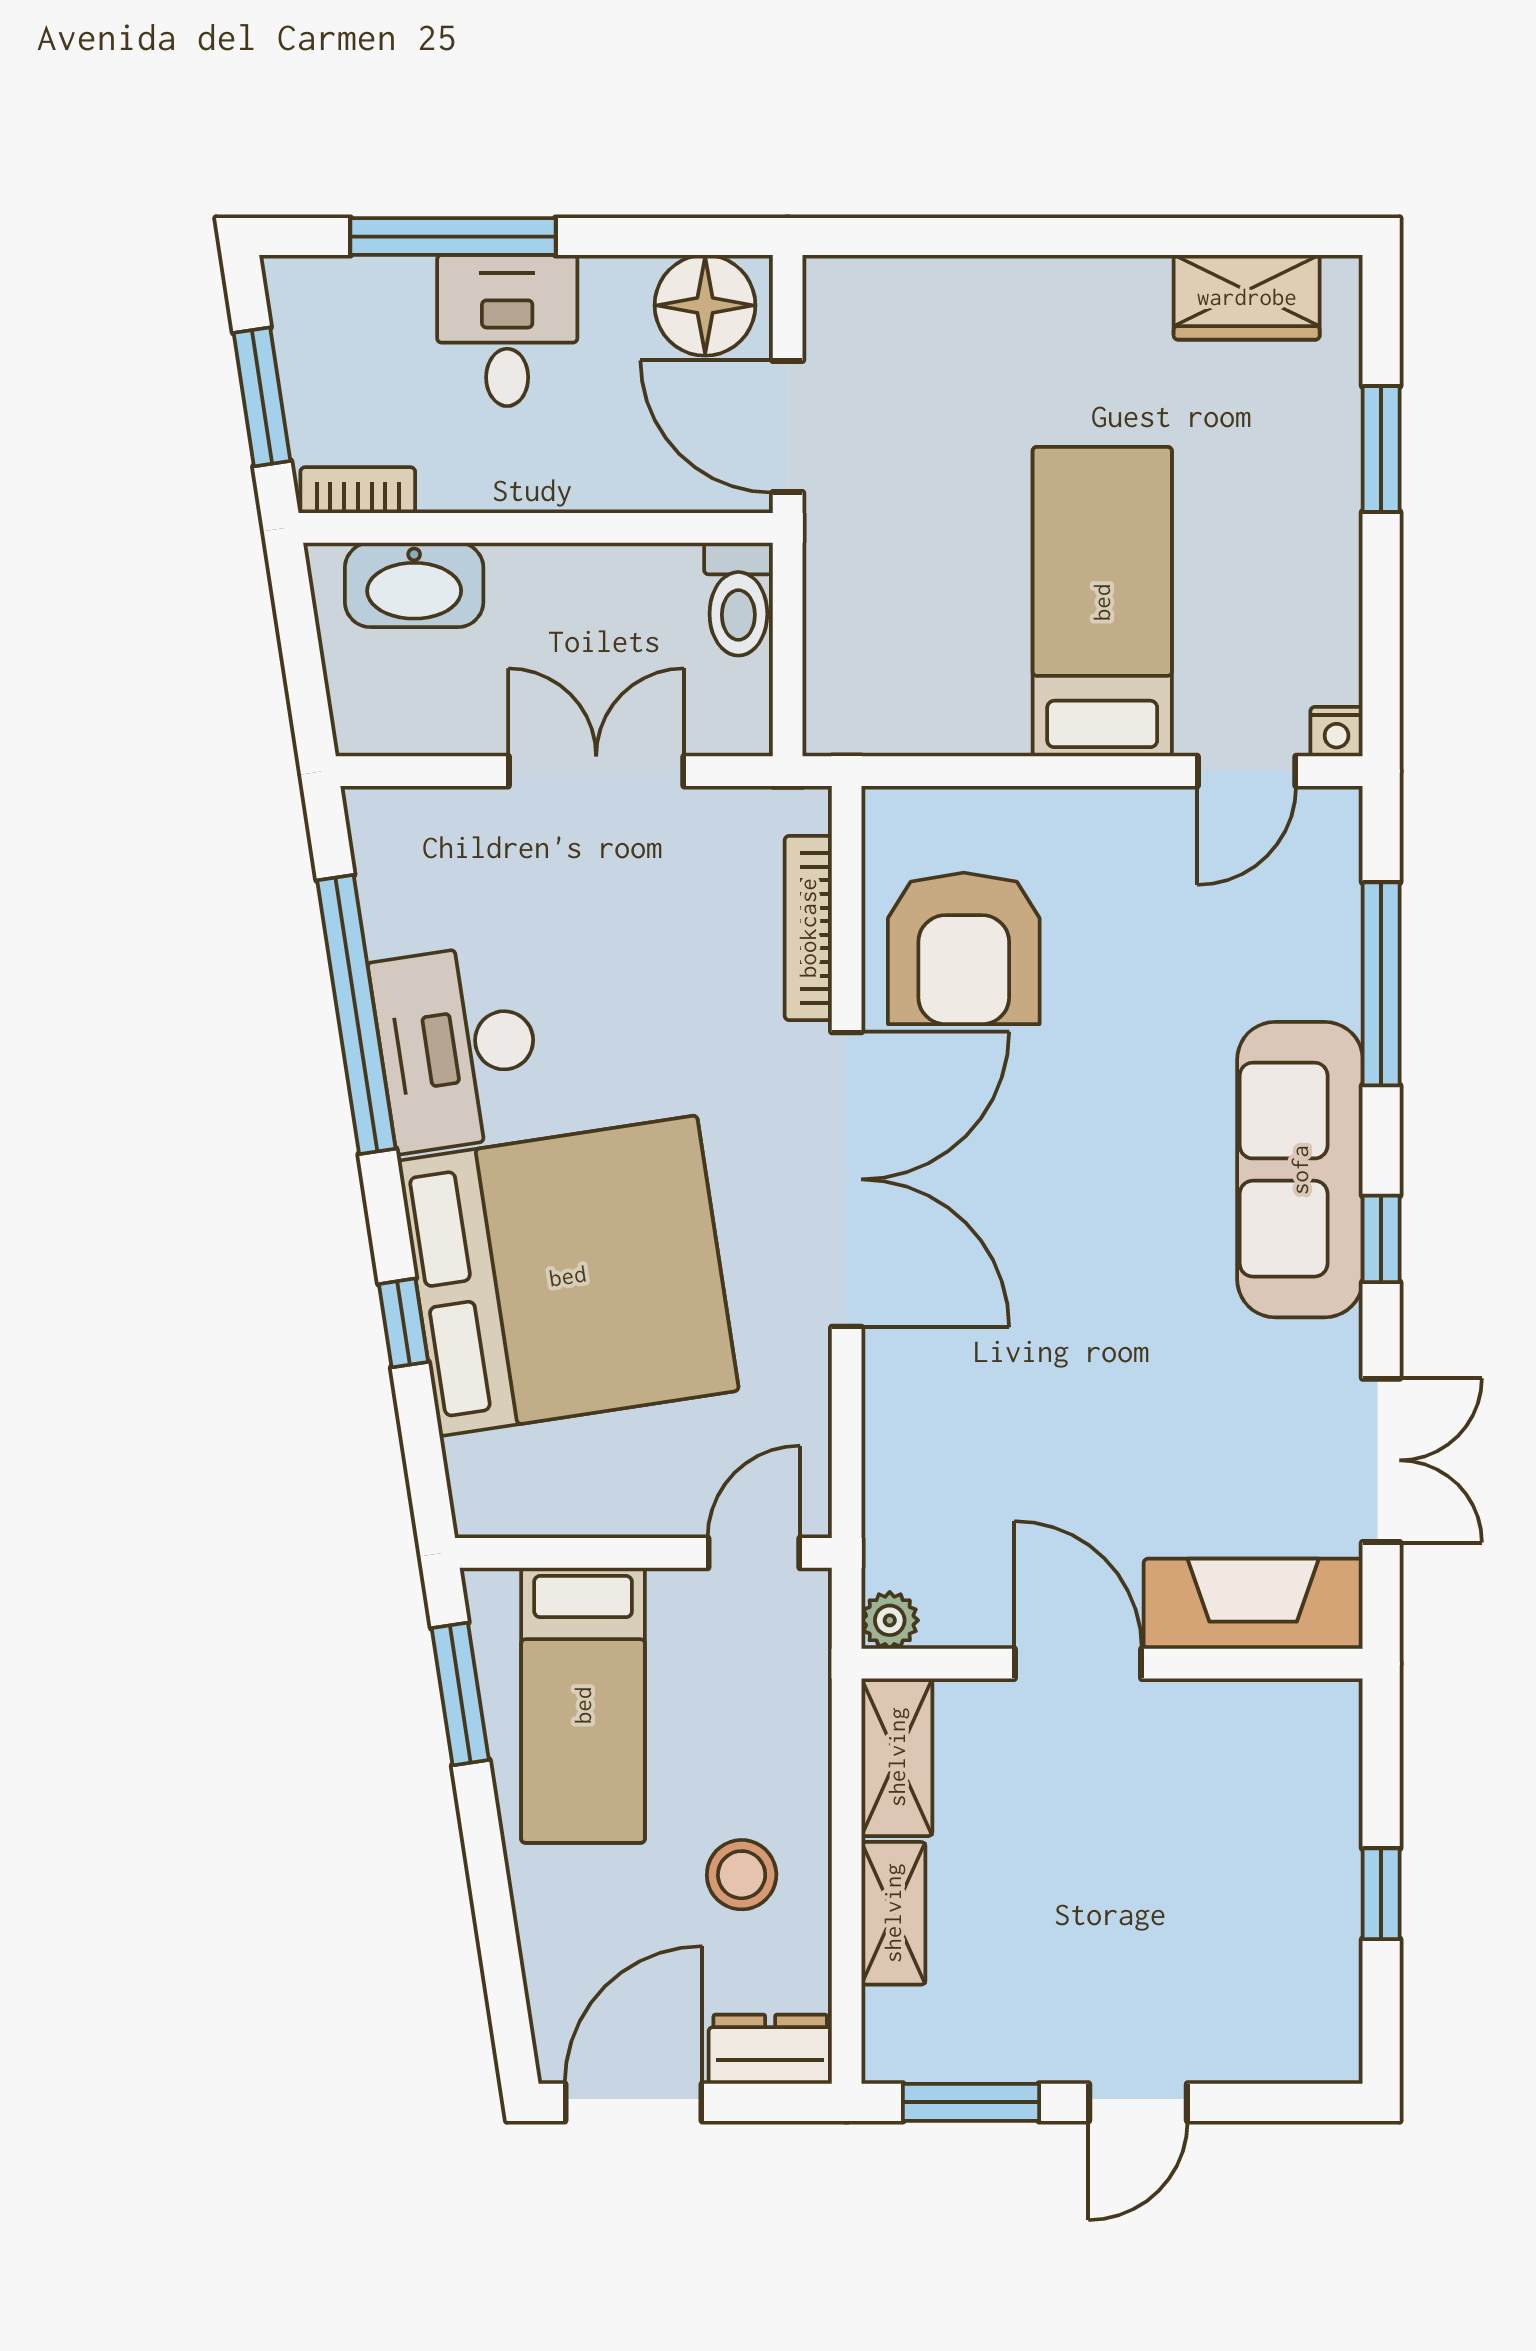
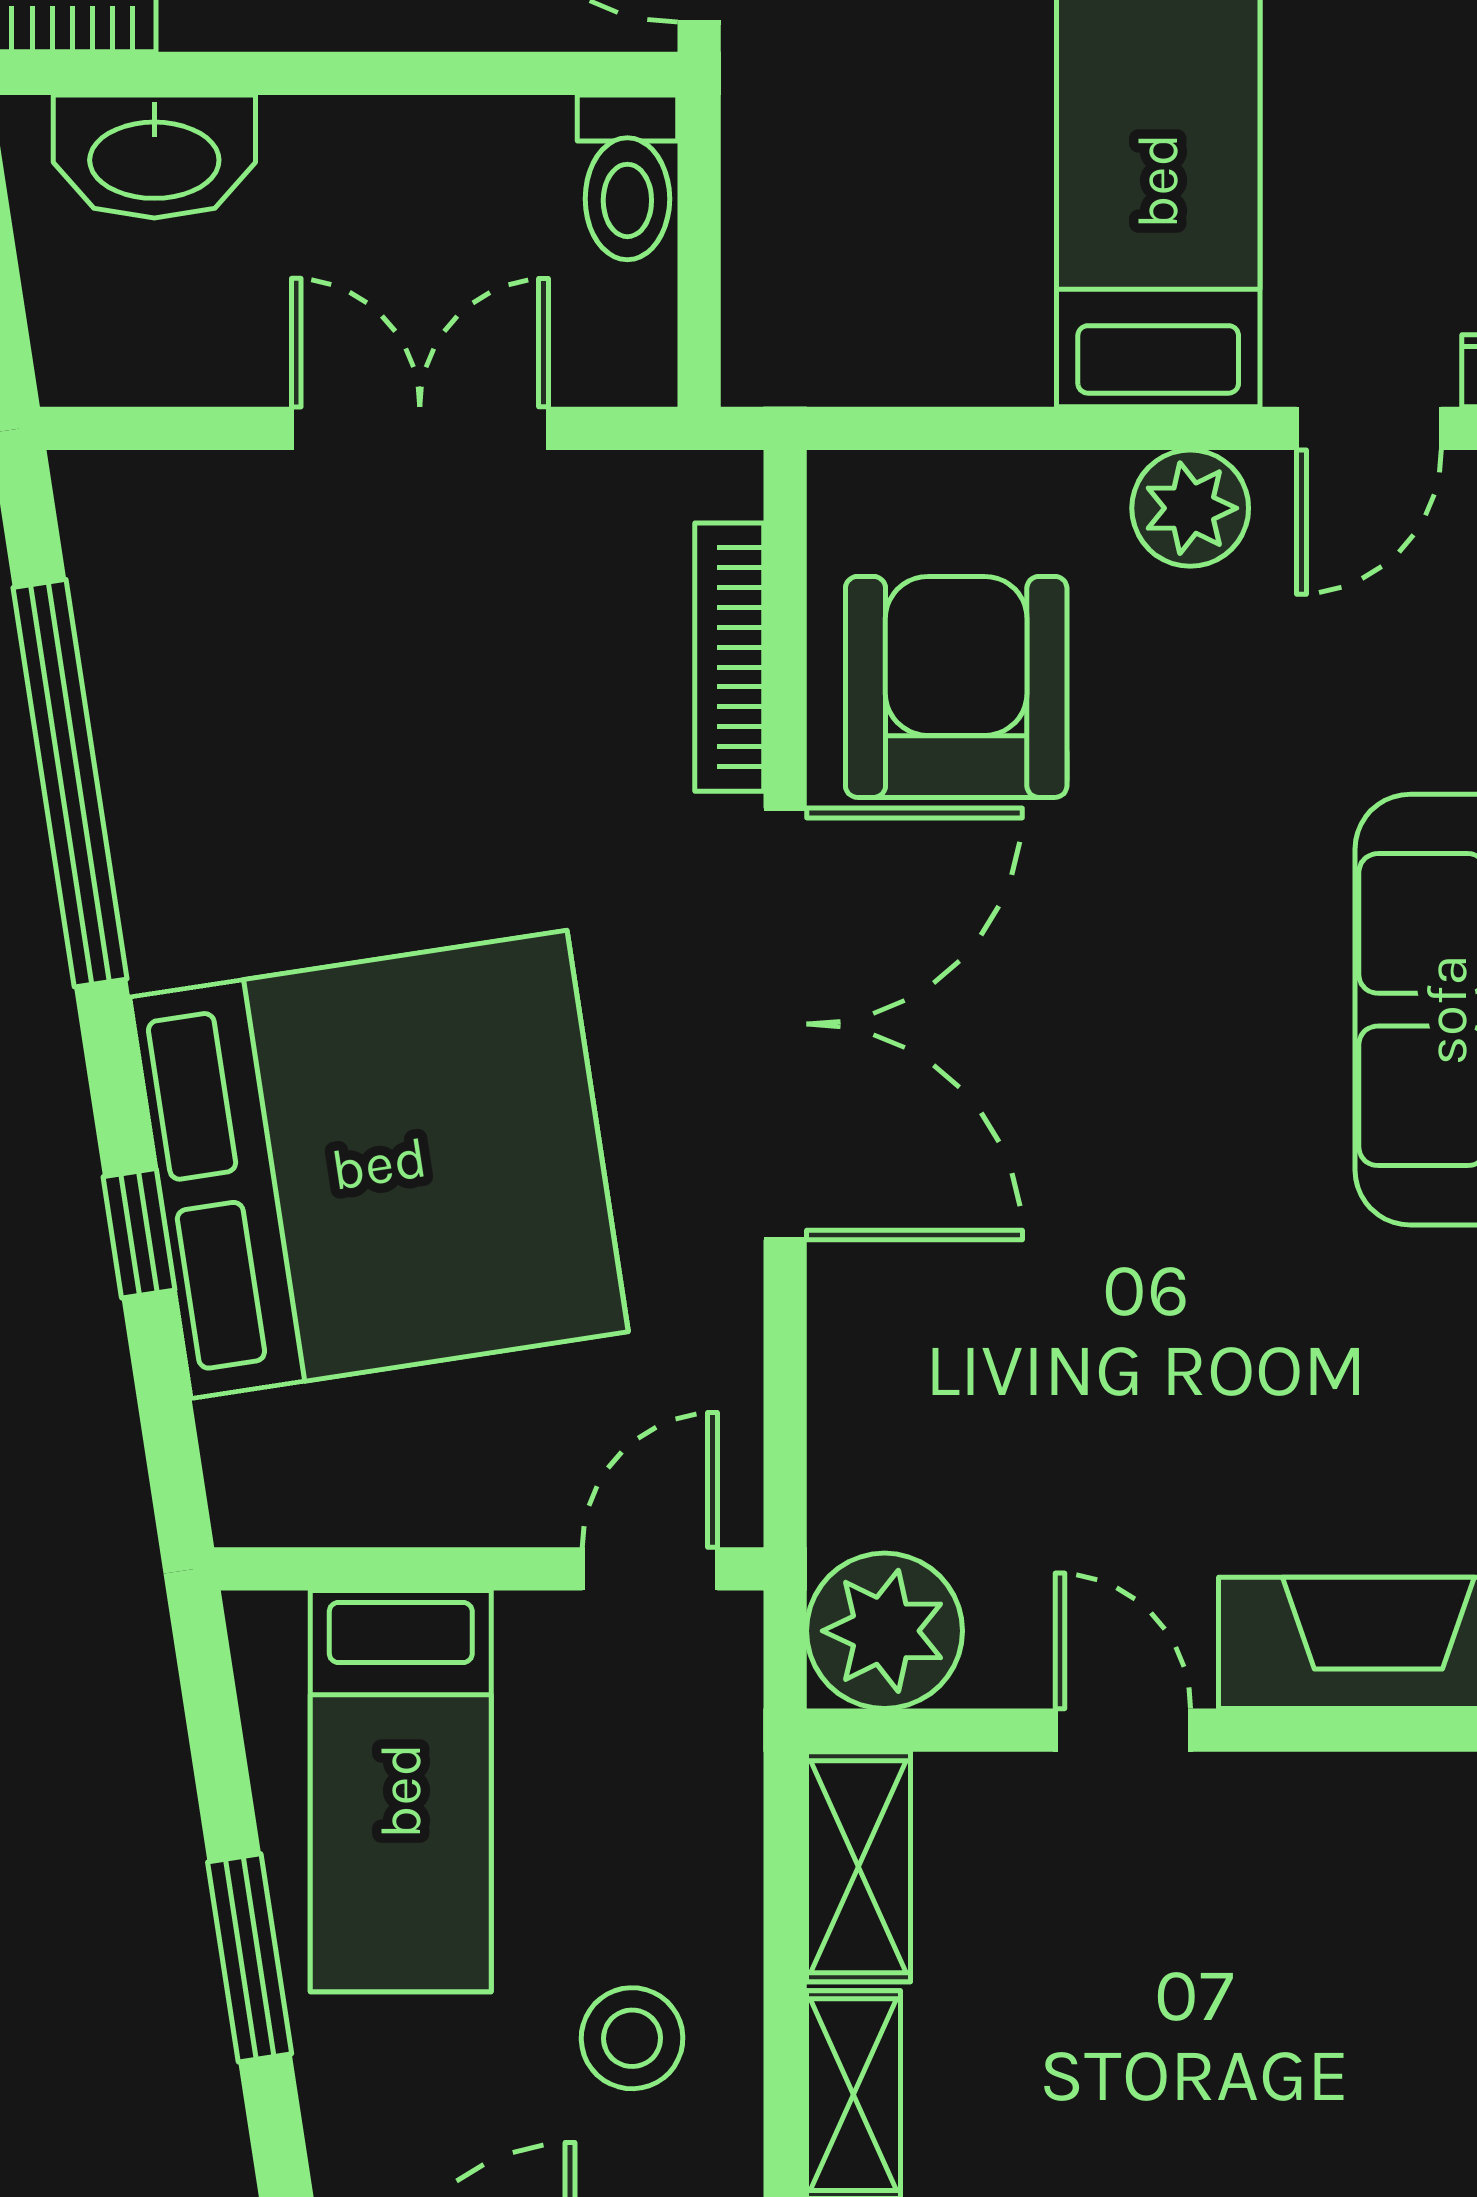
plant: (1124, 826) -> (1190, 508), added
armchair: (964, 948) -> (956, 687), turned 180
desk: (457, 1047) -> (217, 831), removed
plant: (890, 1620) -> (885, 1631), width x1.88, depth x1.88
door: (1078, 1664) -> (1123, 1730), width x0.73
window: (460, 1694) -> (250, 1958), moved

